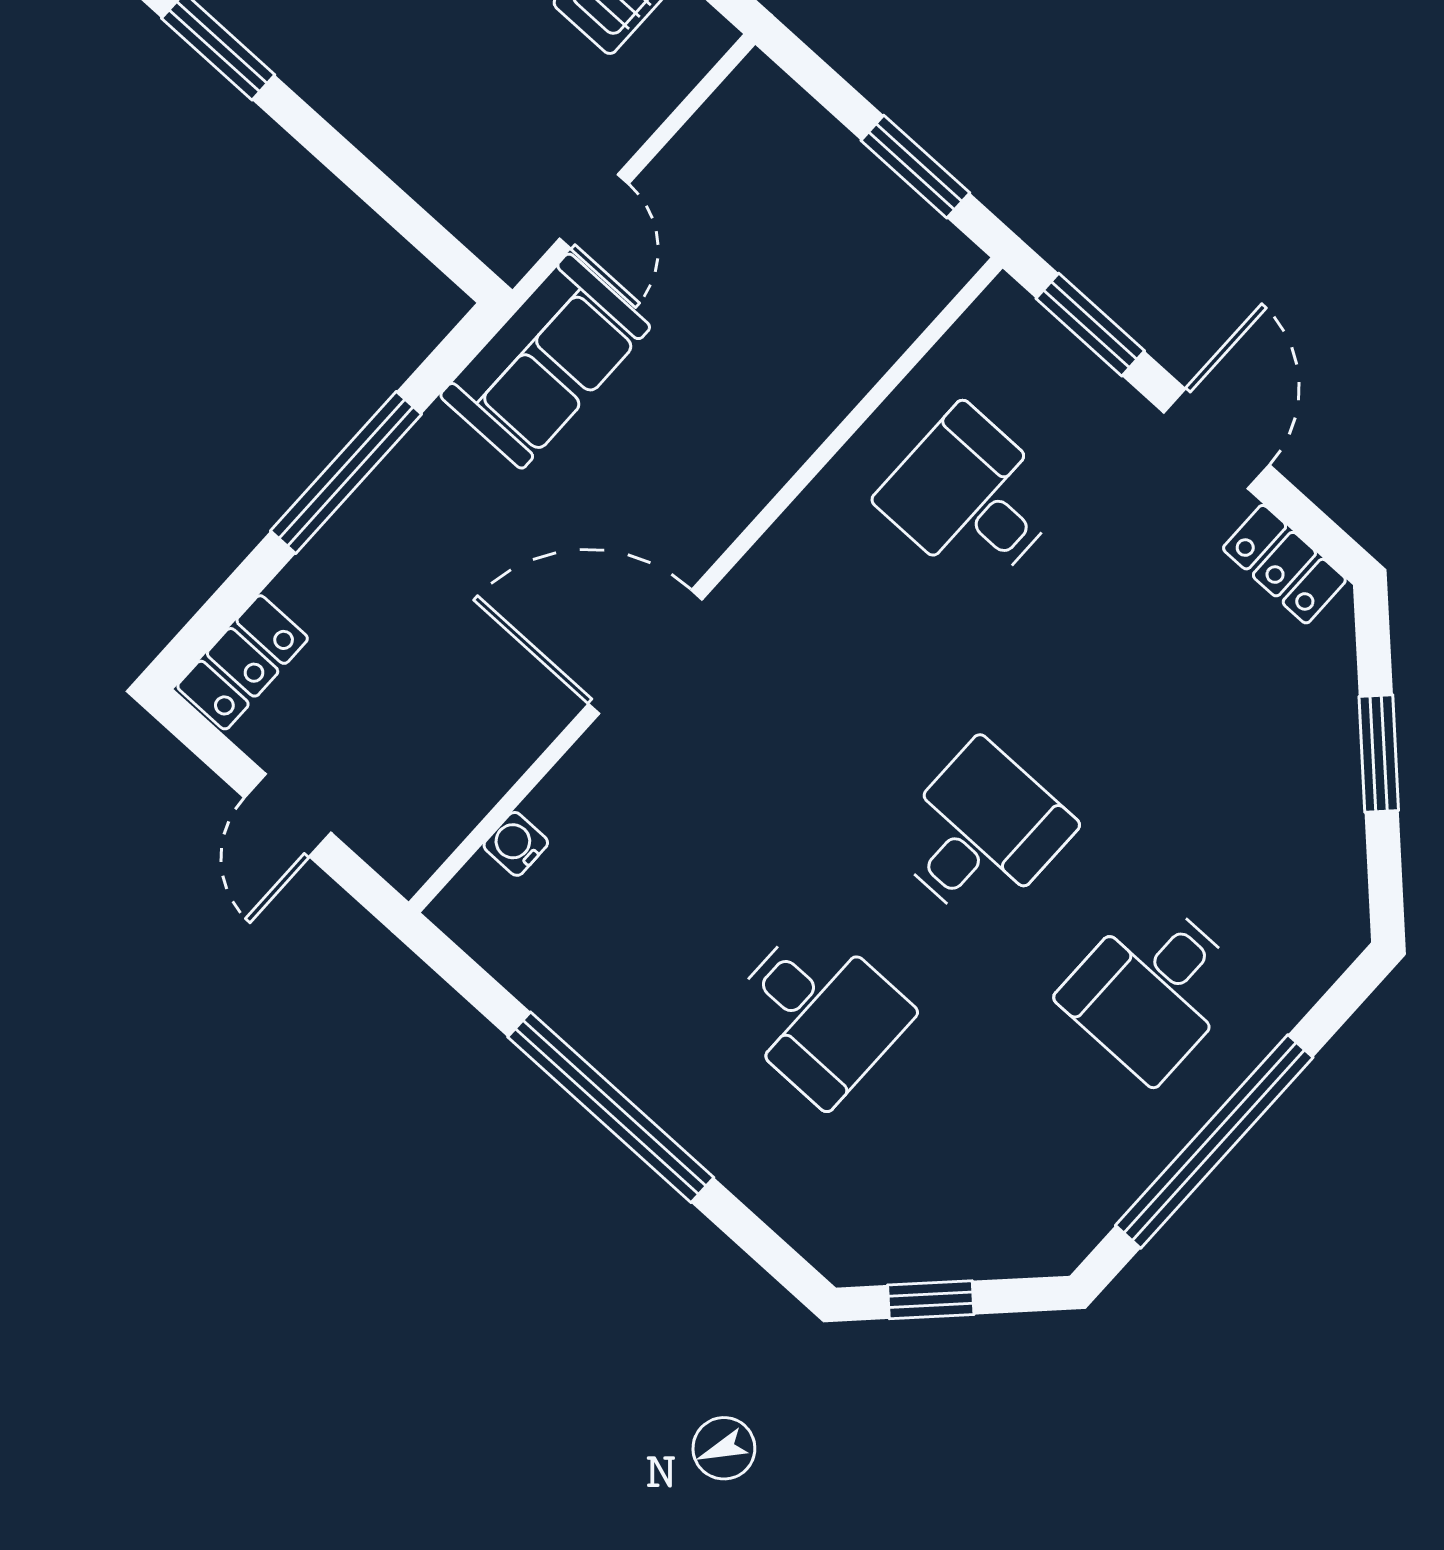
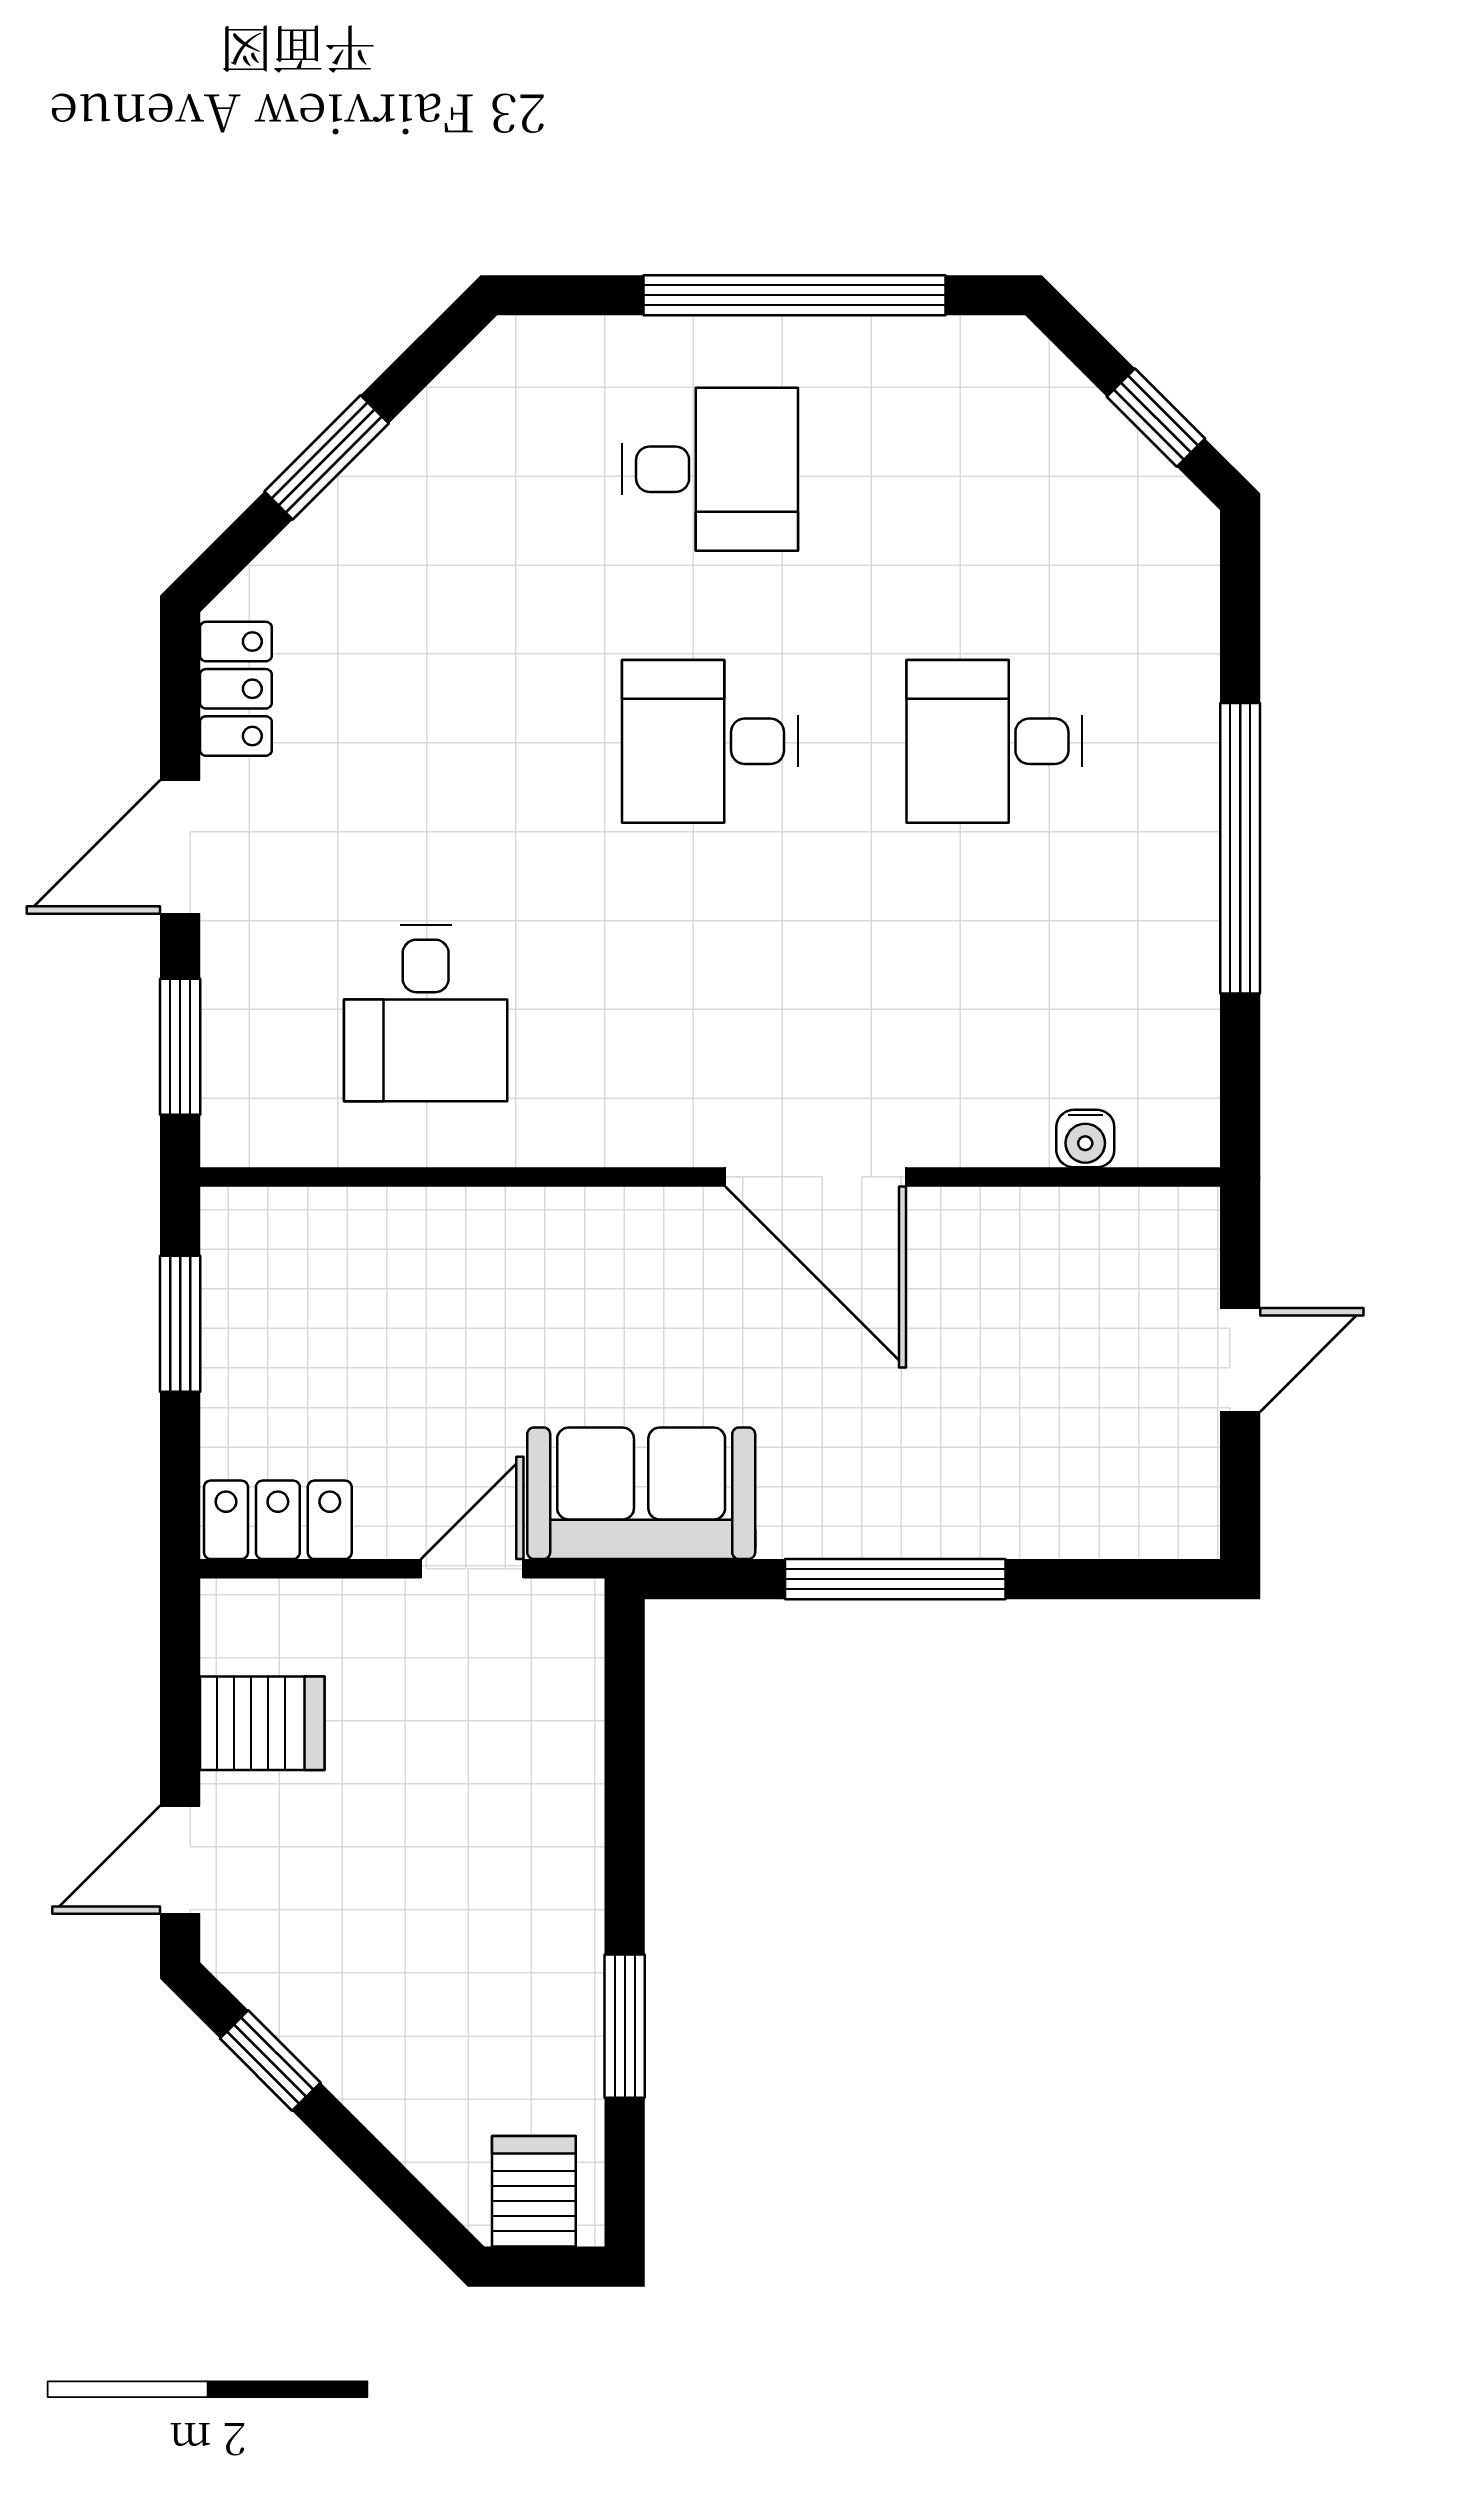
locker: (243, 662) -> (278, 1520), moved
desk: (818, 1013) -> (994, 741), turned -90

